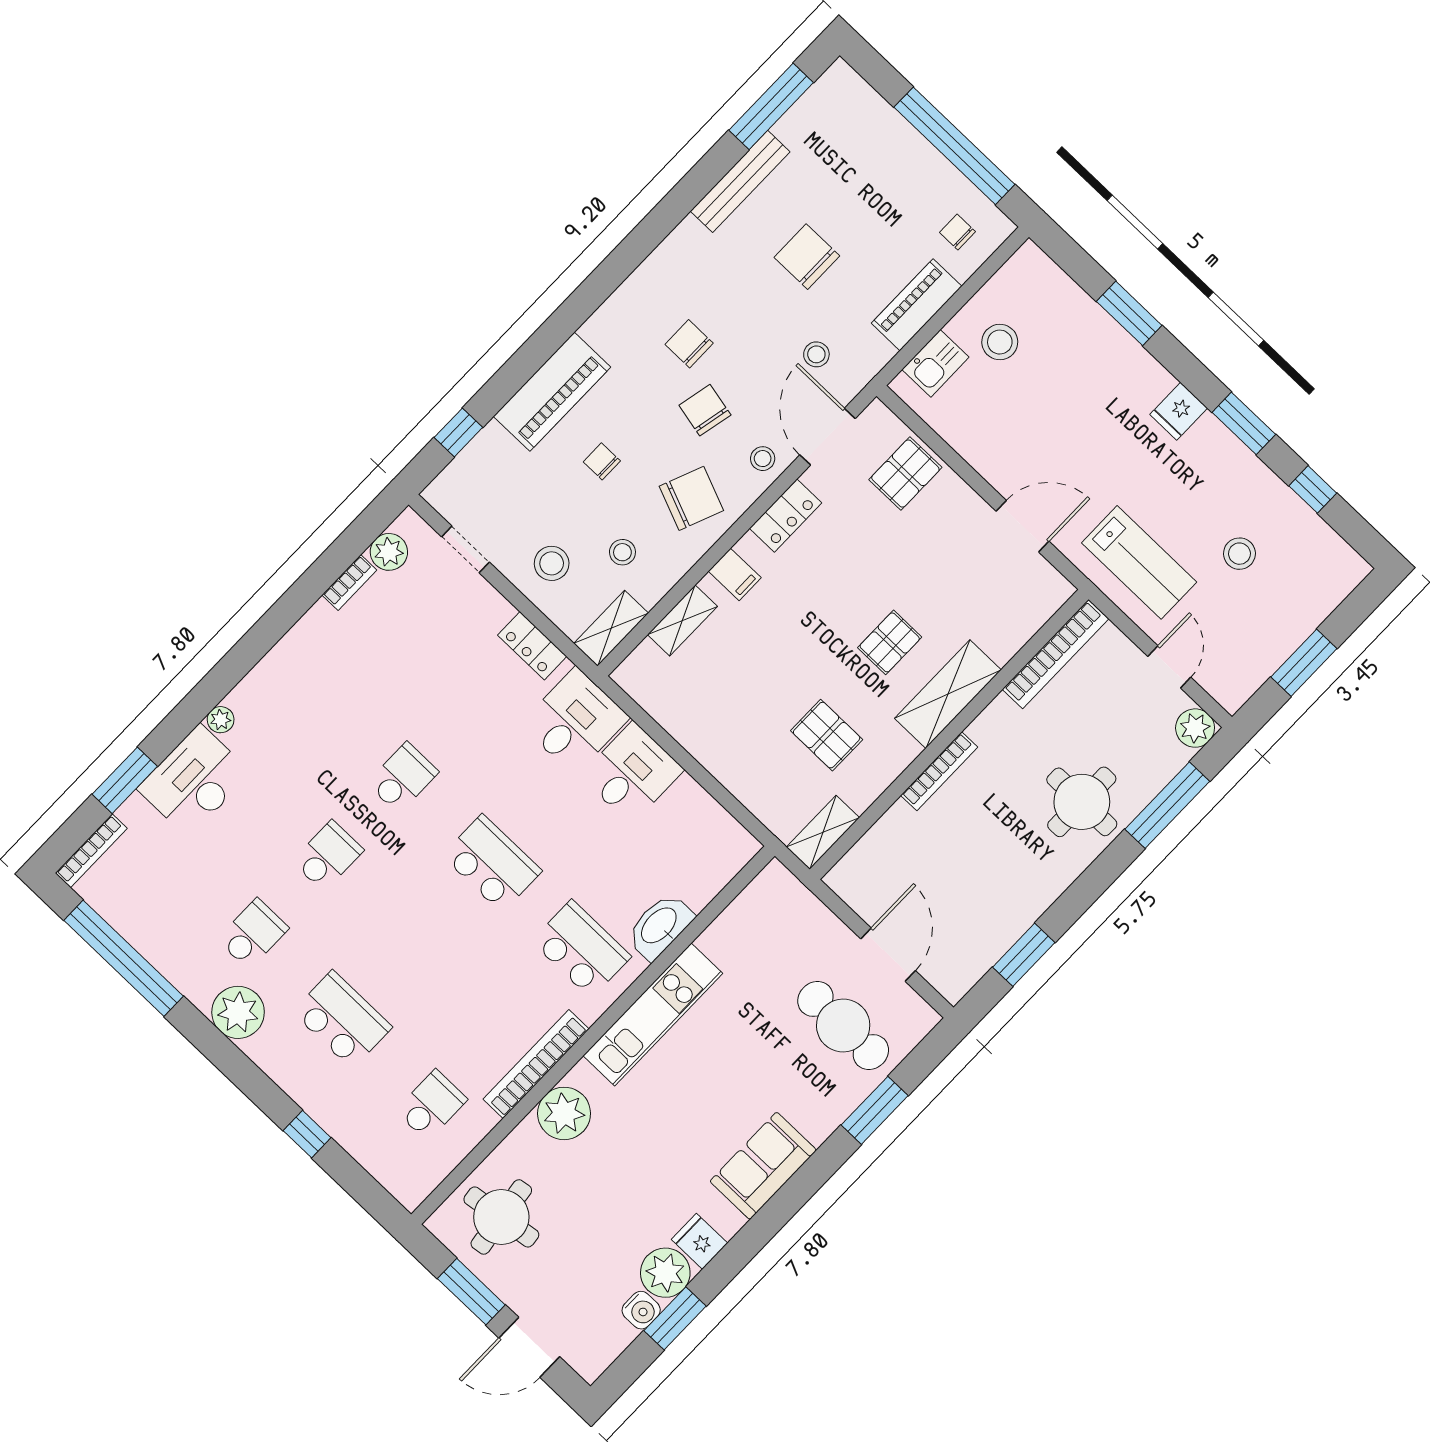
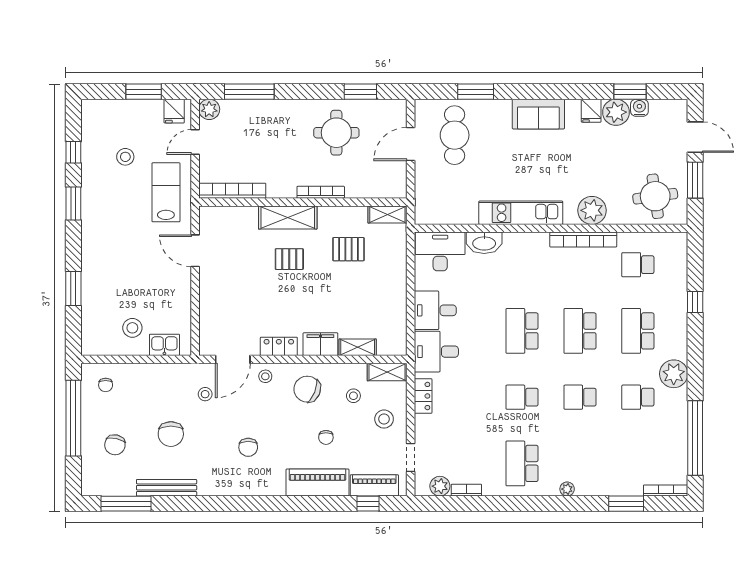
piano: (917, 305) -> (374, 485), moved, turned 180
chair: (705, 410) -> (115, 445), moved
fridge: (1179, 411) -> (174, 111), moved, turned 90
pallet: (905, 474) -> (218, 316), removed
filing cabinet: (735, 574) -> (320, 344), width x2.00
school desk: (313, 692) -> (522, 463), added
pallet: (827, 735) -> (348, 249), turned 90
desk: (194, 781) -> (440, 251), moved, turned 180
round table: (1082, 802) -> (336, 133), moved
school desk: (581, 949) -> (580, 331), moved

